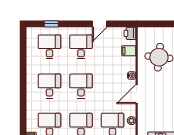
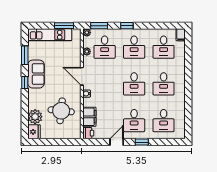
window: (51, 24) -> (142, 142), moved
filing cabinet: (129, 51) -> (89, 117), width x2.00
door: (137, 94) -> (82, 76), swing flipped

